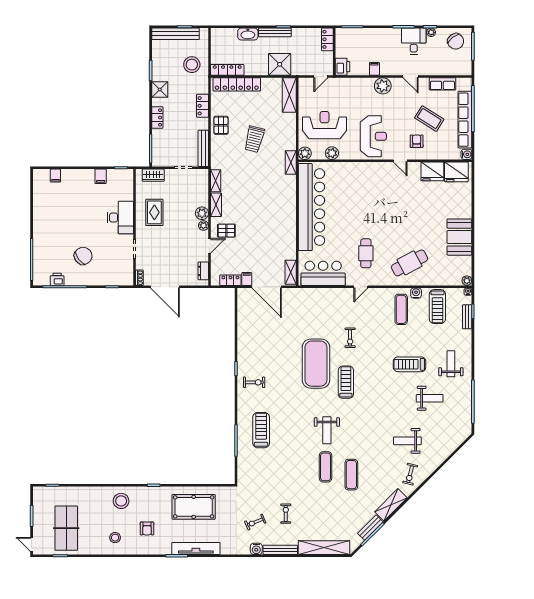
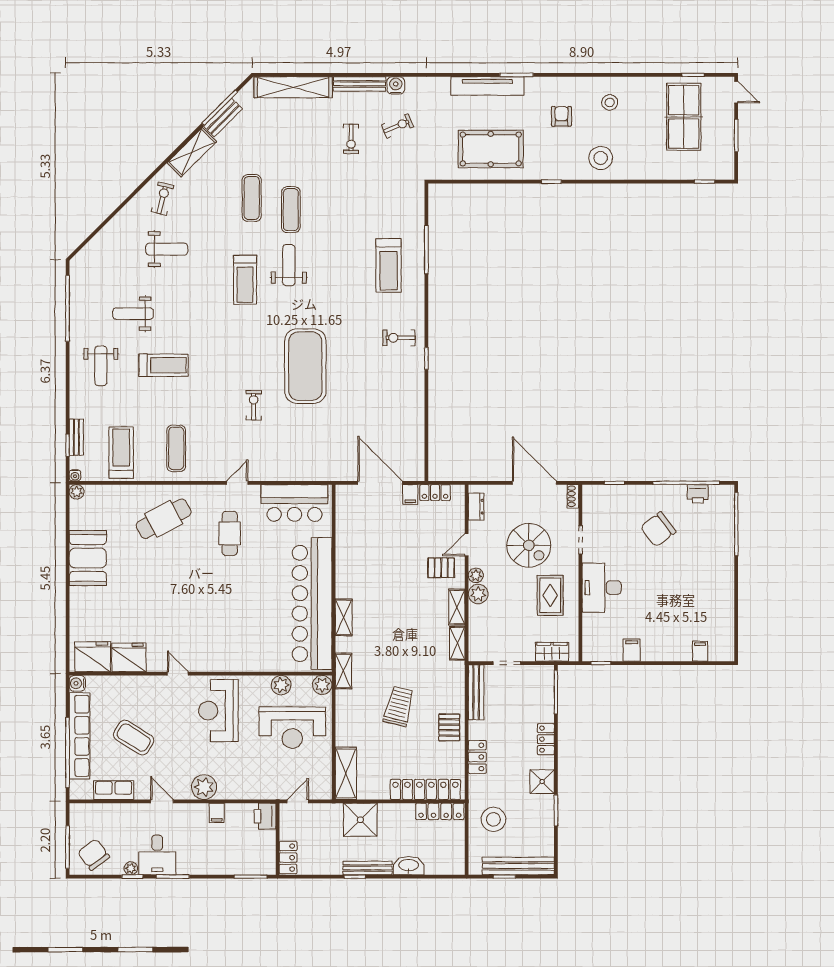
armchair: (417, 141) -> (153, 703), removed
spiral stairs: (168, 245) -> (529, 545), added
shelving: (291, 272) -> (344, 617), moved
water cooler: (416, 293) -> (154, 473), removed
treadmill: (346, 382) -> (245, 280), moved

